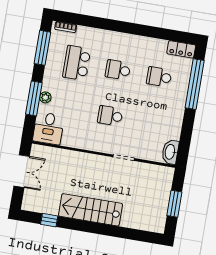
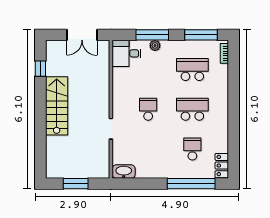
school desk: (118, 70) -> (192, 109), width x1.85

